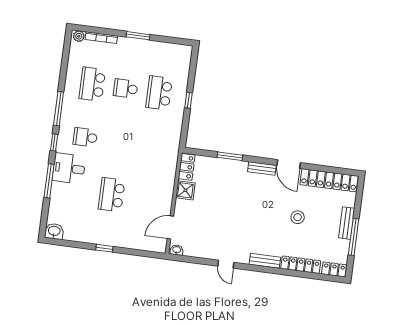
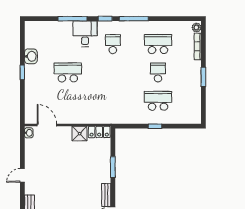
washbasin: (54, 231) -> (31, 56), moved

